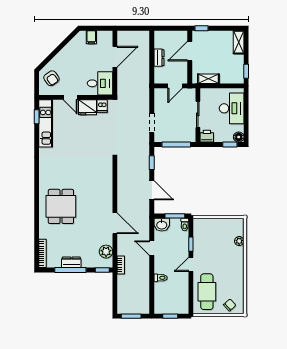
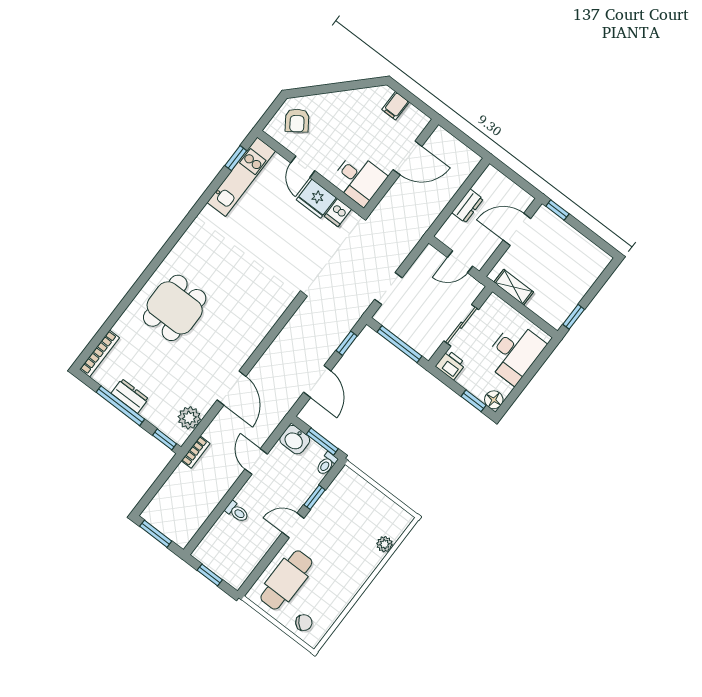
shelving: (239, 42) -> (594, 269), removed

